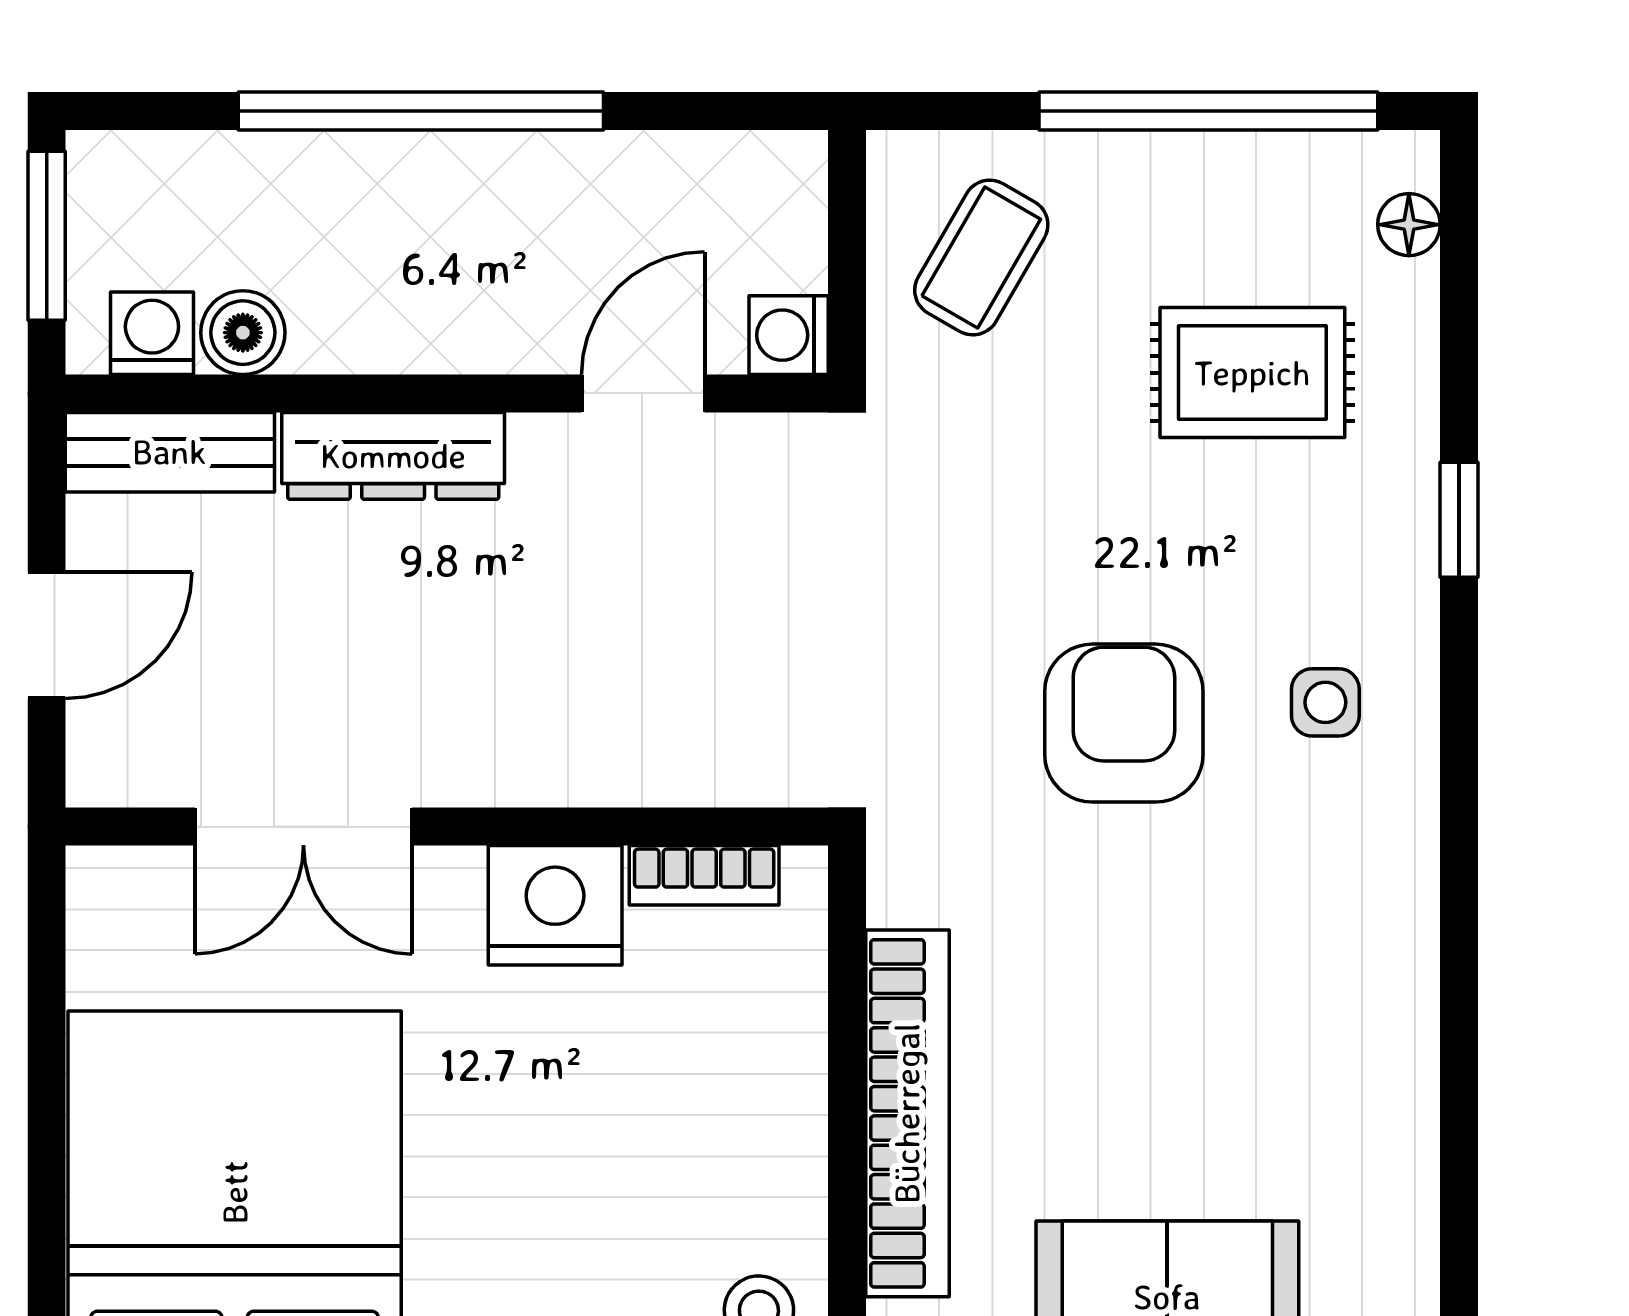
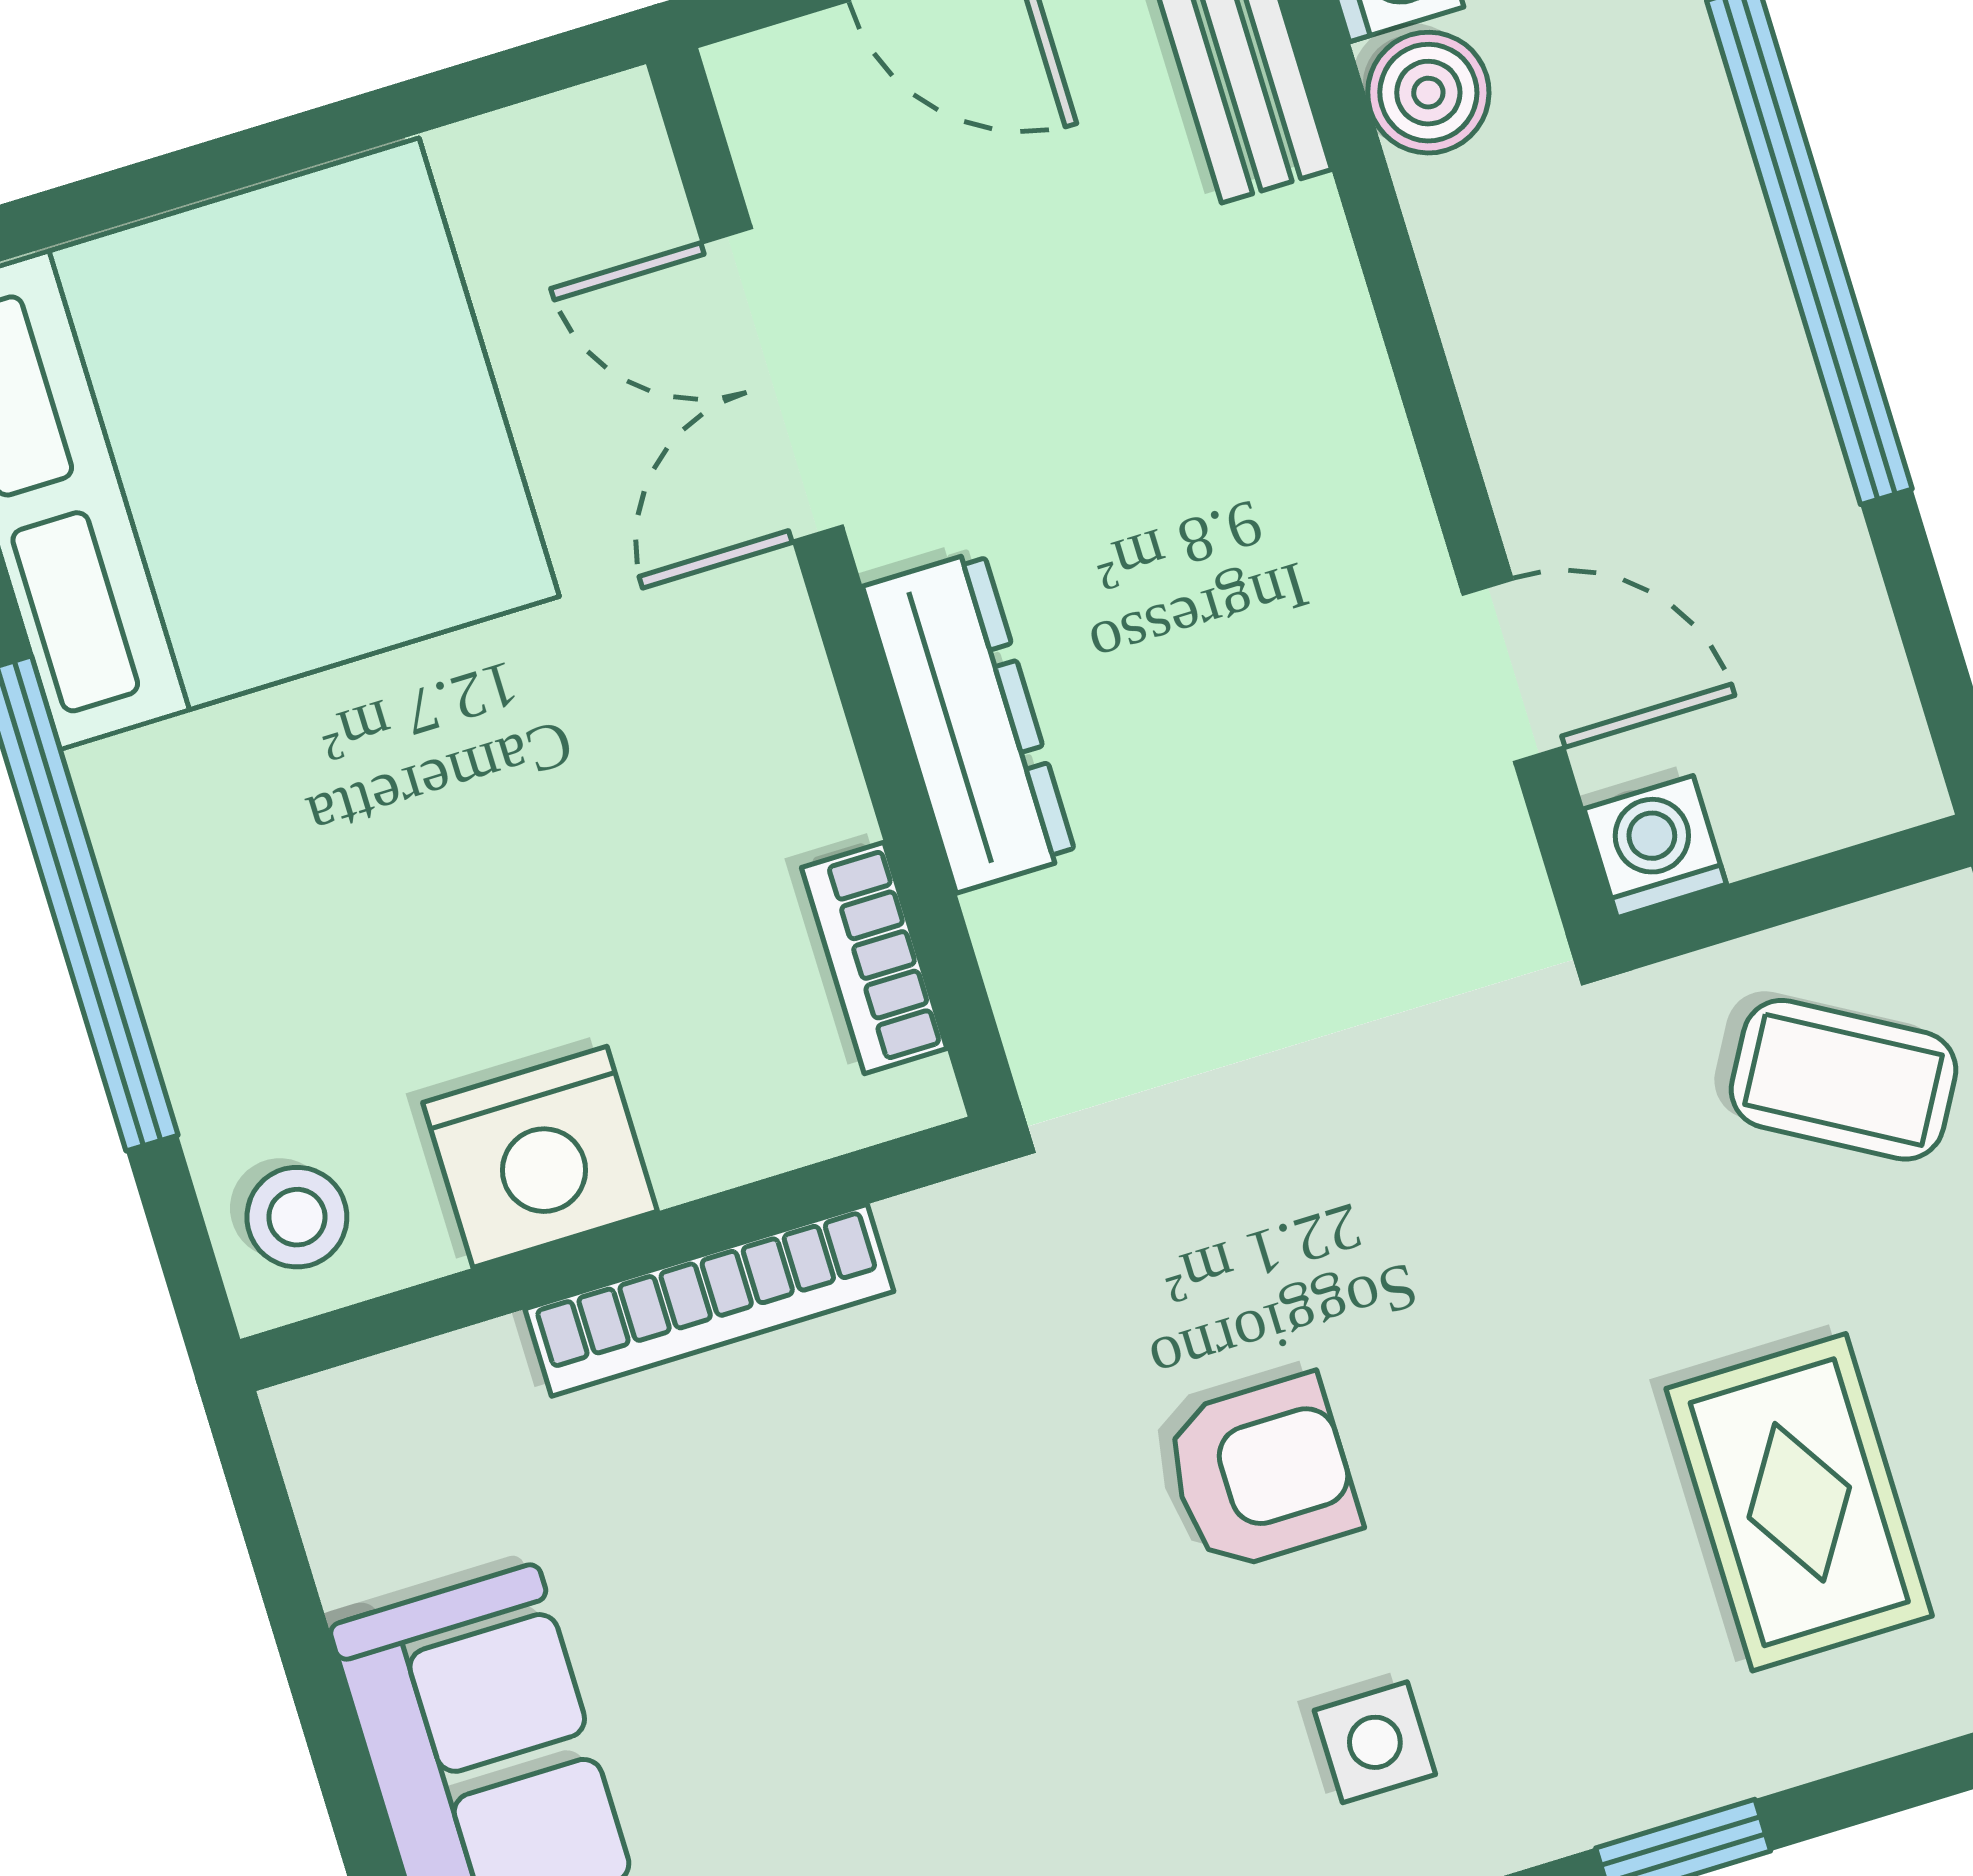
dresser: (393, 456) -> (970, 721), moved, turned 180
armchair: (1124, 723) -> (1261, 1473), width x0.72, depth x0.72
nightstand: (555, 905) -> (540, 1157), moved, turned 90
bookcase: (907, 1113) -> (709, 1300), width x0.68, depth x0.76

